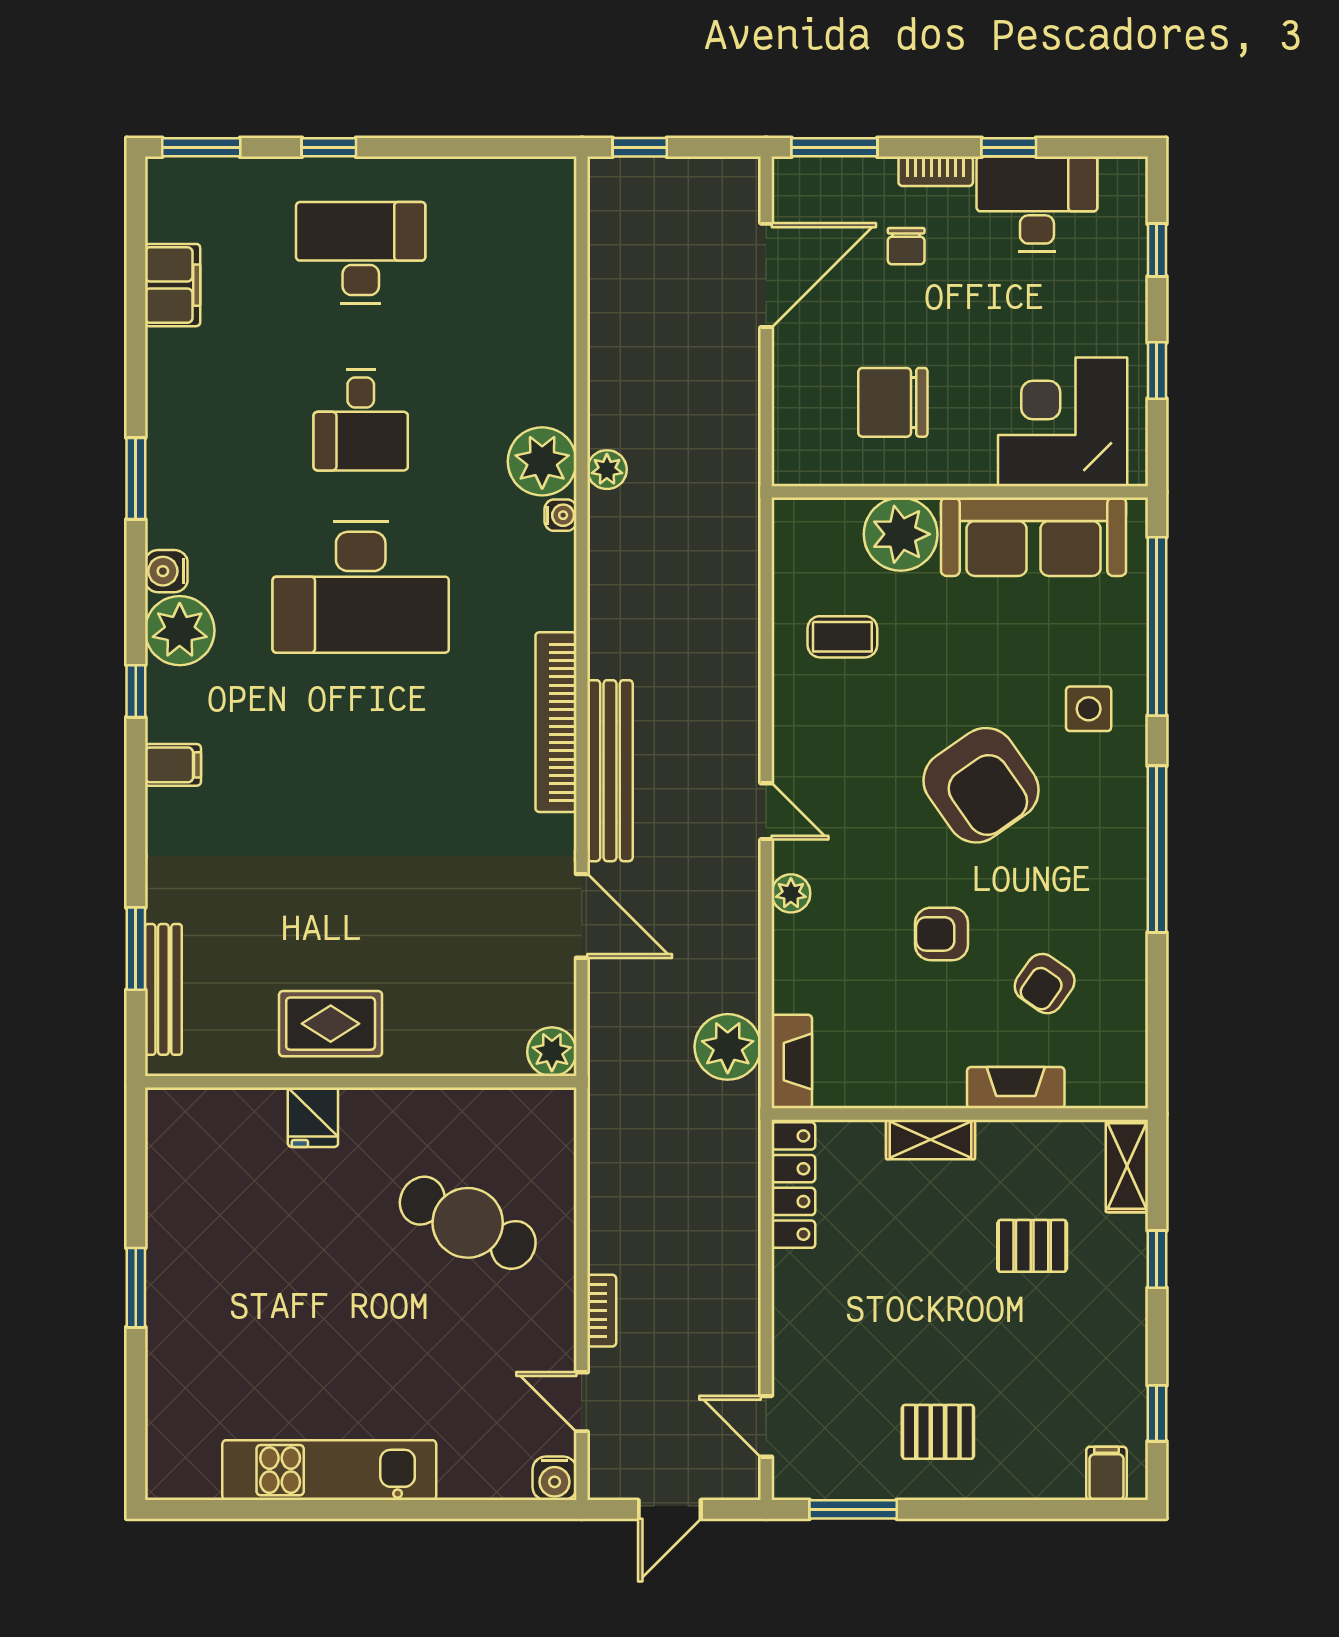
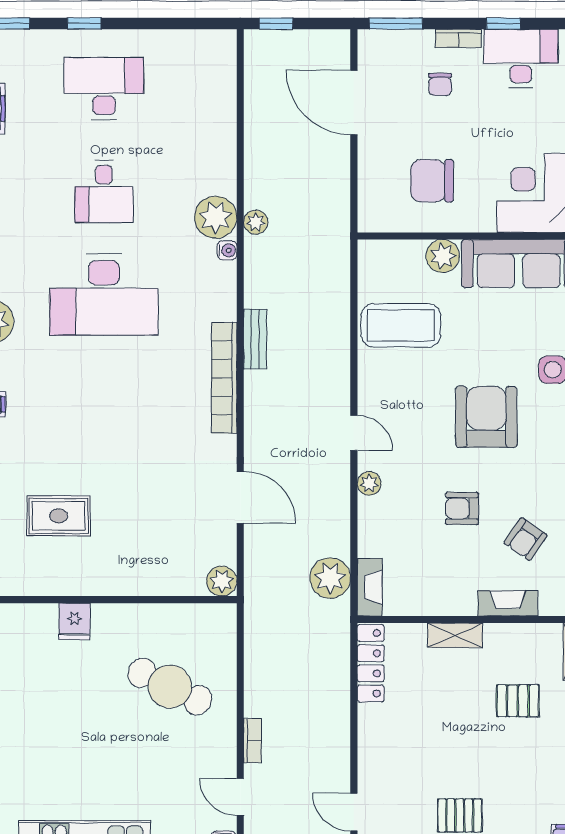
door: (766, 275) -> (354, 102), swing flipped
plant: (901, 534) -> (443, 256), width x0.73, depth x0.73
coffee table: (842, 637) -> (401, 325), width x1.86, depth x1.72
bench: (610, 771) -> (255, 339), moved, width x0.54, depth x0.82
armchair: (981, 785) -> (486, 417), turned -145
rug: (331, 1024) -> (59, 516), moved

